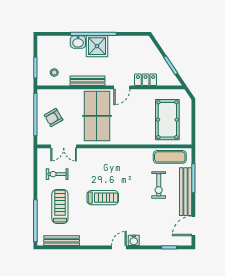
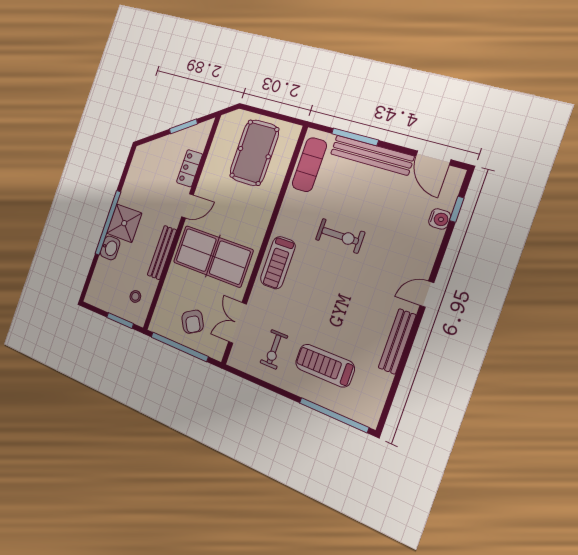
door: (122, 87) -> (187, 206), hinge flipped
pool table: (167, 120) -> (254, 153), turned 90
double door: (64, 146) -> (237, 323), swing flipped
exercise bike: (159, 185) -> (340, 236), moved
treadmill: (103, 198) -> (278, 263), moved, turned 180
water cooler: (134, 240) -> (440, 219), moved
bench: (62, 241) -> (397, 341), moved
door: (119, 247) -> (427, 294), hinge flipped

